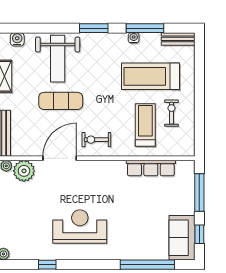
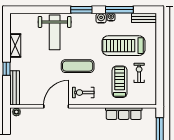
water cooler: (17, 39) -> (101, 18), moved
exercise mat: (61, 101) -> (78, 66), moved
plant: (24, 171) -> (30, 116), removed

